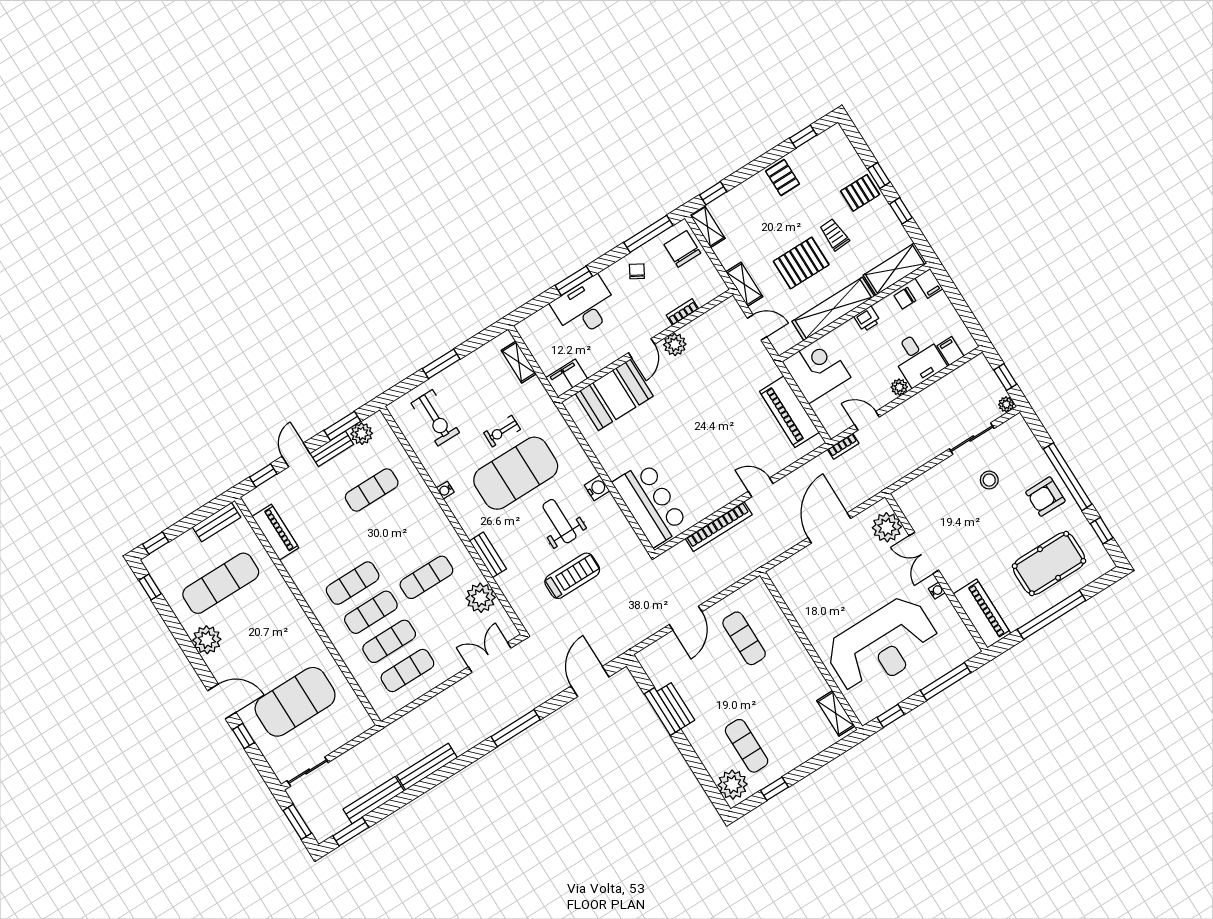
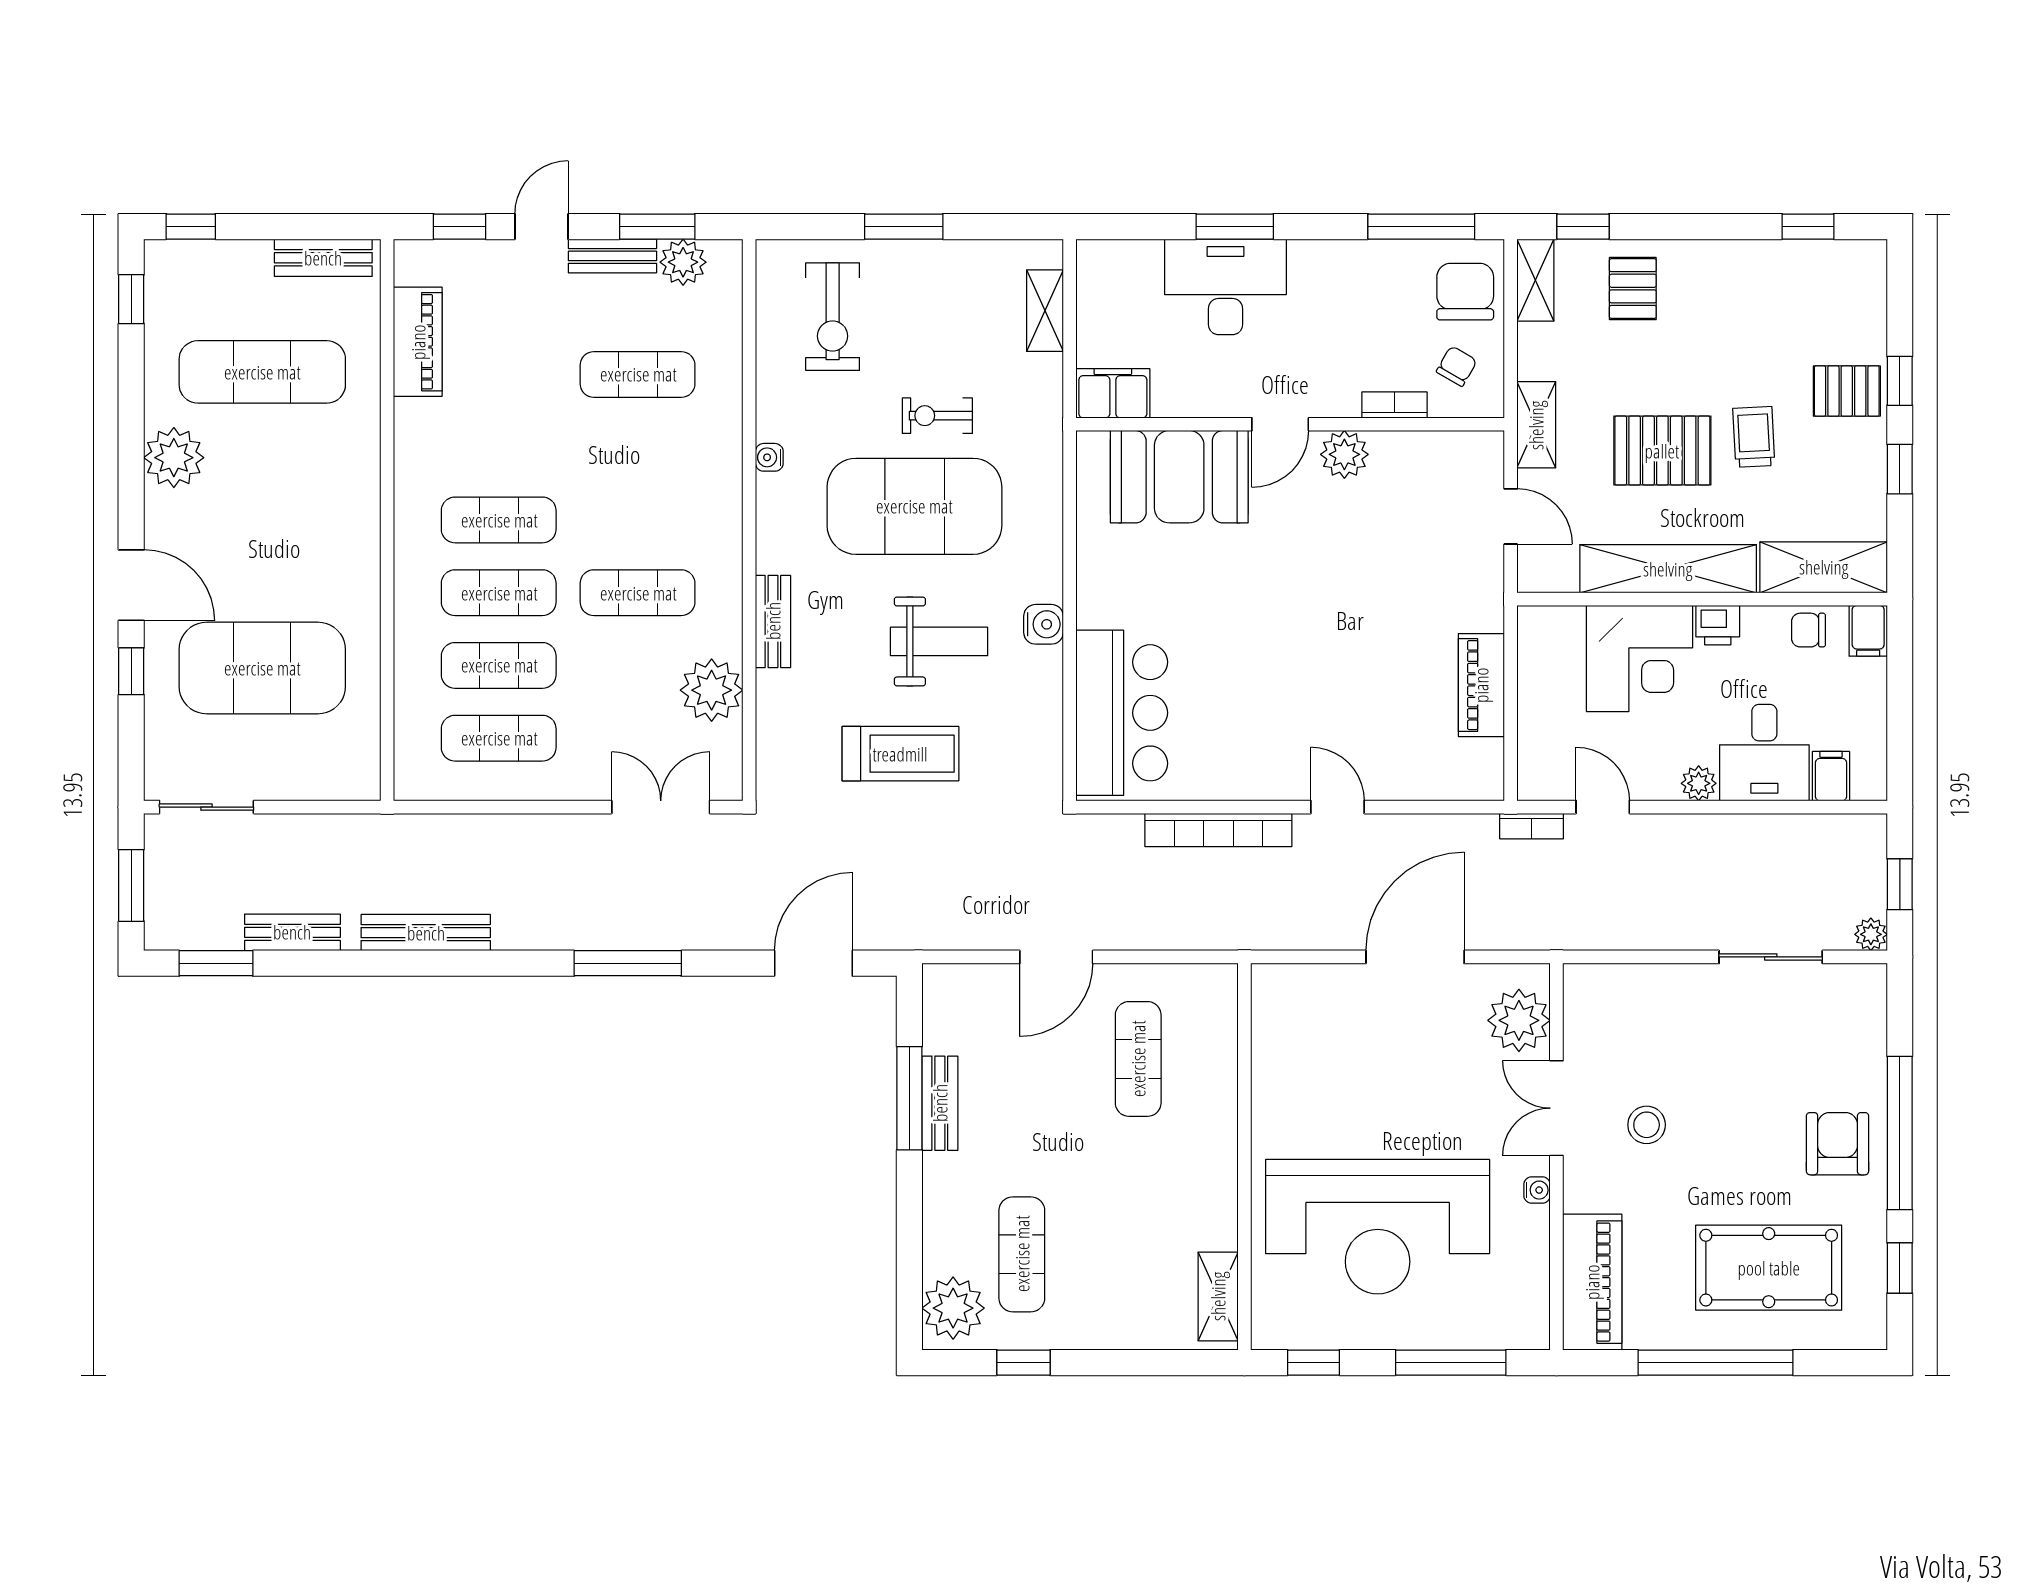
pallet: (783, 177) -> (1633, 289), moved
chair: (637, 271) -> (1457, 366), moved
corner desk: (816, 369) -> (1640, 658), moved, turned 90
piano: (789, 412) -> (1481, 685), width x0.73, depth x0.75
stool: (989, 480) -> (1647, 1125), moved
armchair: (1045, 497) -> (1838, 1144), turned 90
weight bench: (559, 521) -> (939, 641), turned 90
bench: (374, 800) -> (292, 932), width x0.73

